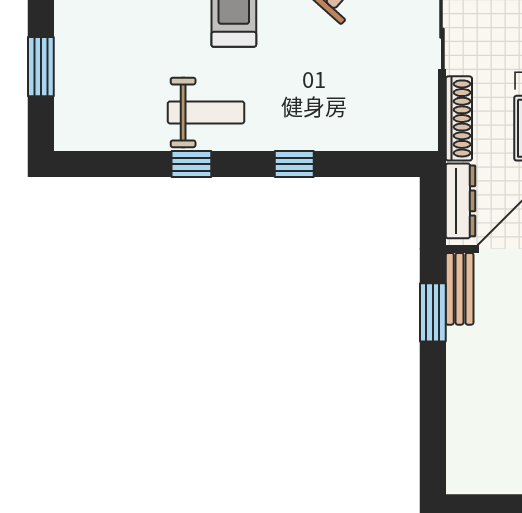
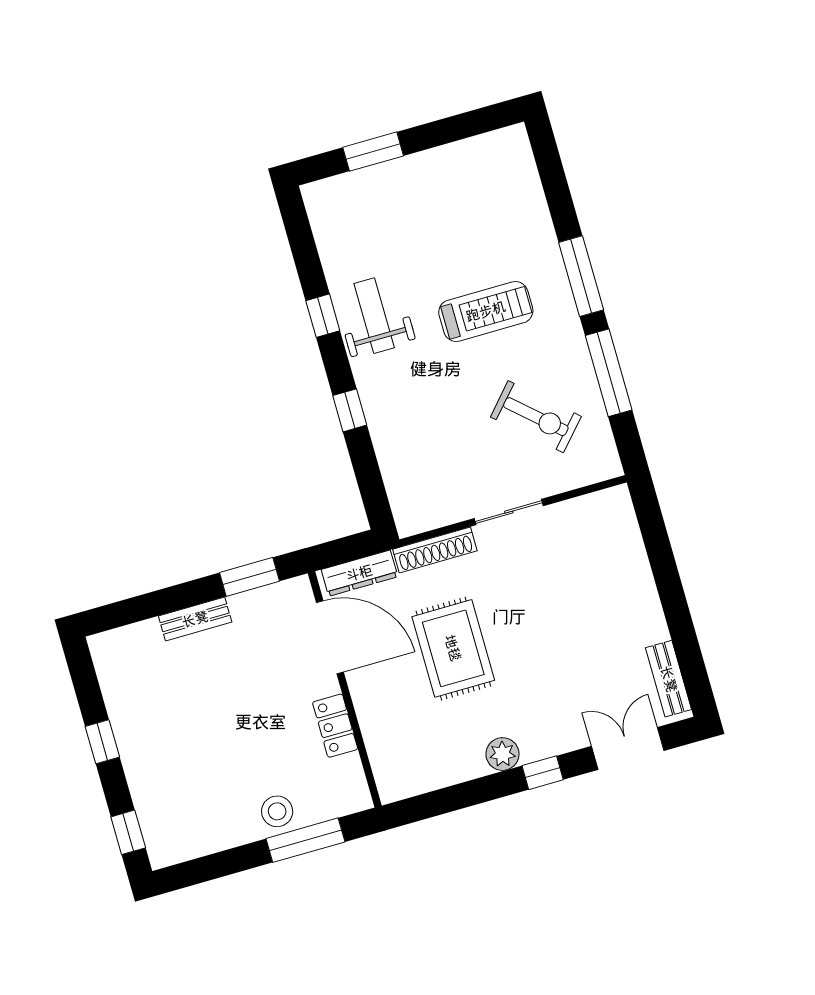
weight bench: (206, 112) -> (374, 316), turned 180
bench: (460, 289) -> (195, 619), moved

